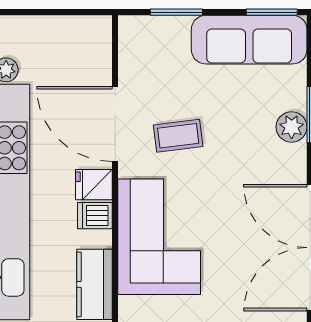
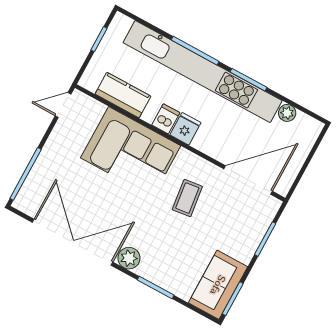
sofa: (249, 40) -> (218, 285), width x0.73
door: (115, 124) -> (248, 180), moved
plant: (292, 127) -> (129, 258), moved

